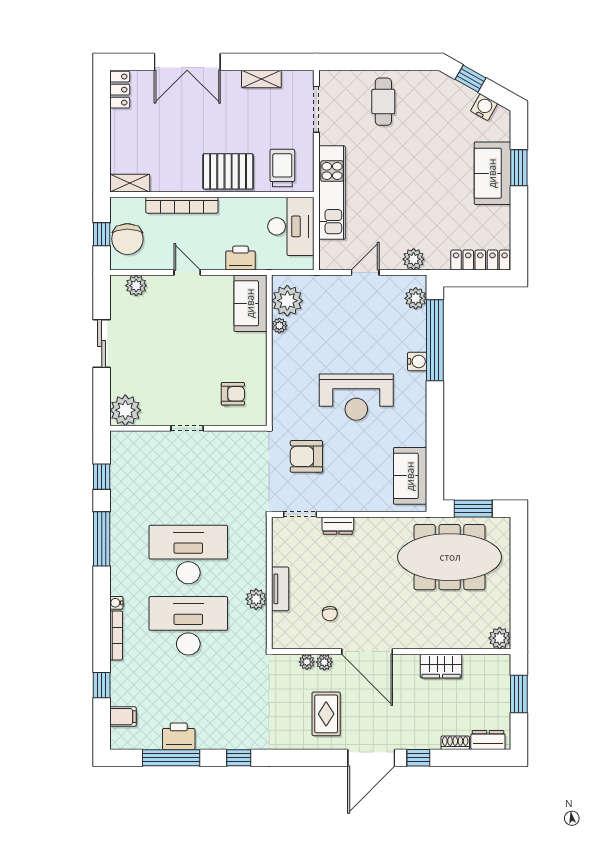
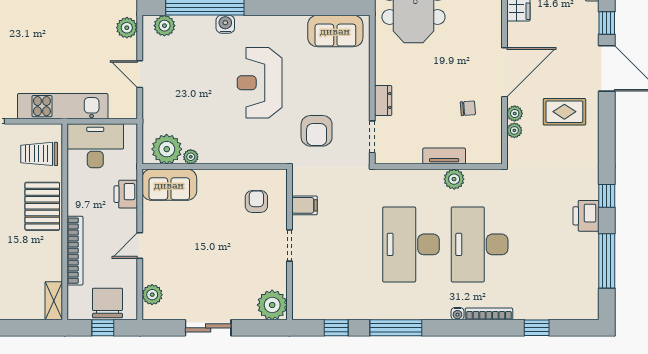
chair: (127, 239) -> (107, 303), turned -90
reception desk: (356, 397) -> (260, 83), turned 180
filing cabinet: (123, 717) -> (305, 205), moved, turned 90
printer: (179, 736) -> (586, 216), moved

